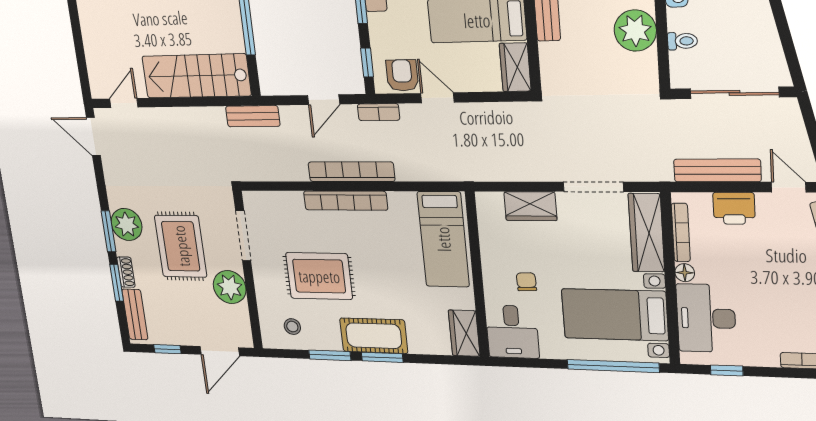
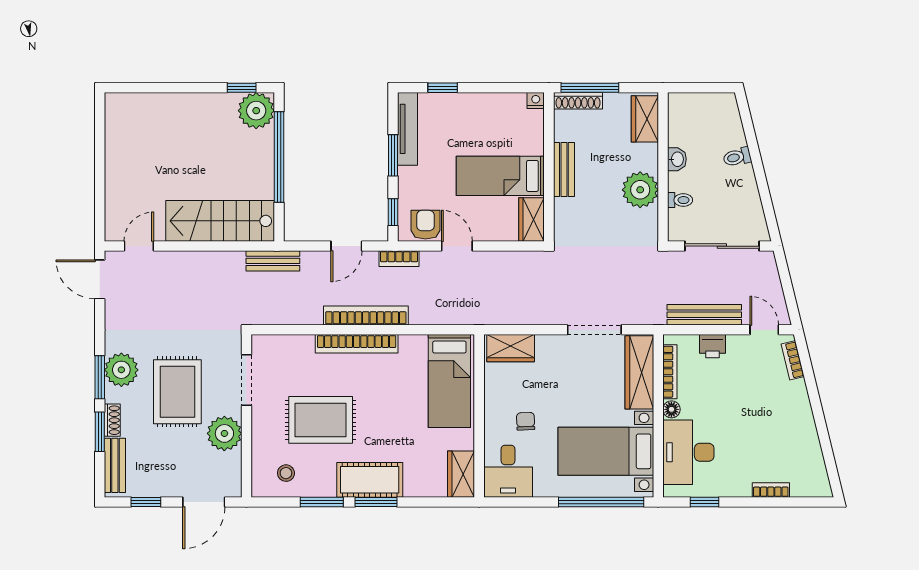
wardrobe: (530, 206) -> (511, 348), moved
printer: (734, 208) -> (713, 346), width x0.73, depth x0.81

